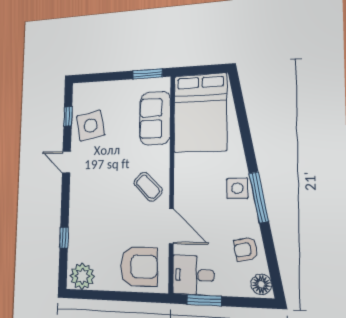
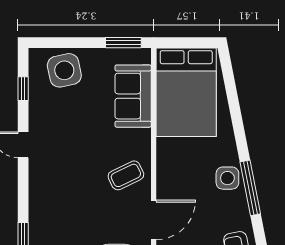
side table: (90, 126) -> (64, 70), moved
coffee table: (148, 187) -> (126, 175), turned -71
door: (171, 226) -> (154, 220), hinge flipped

